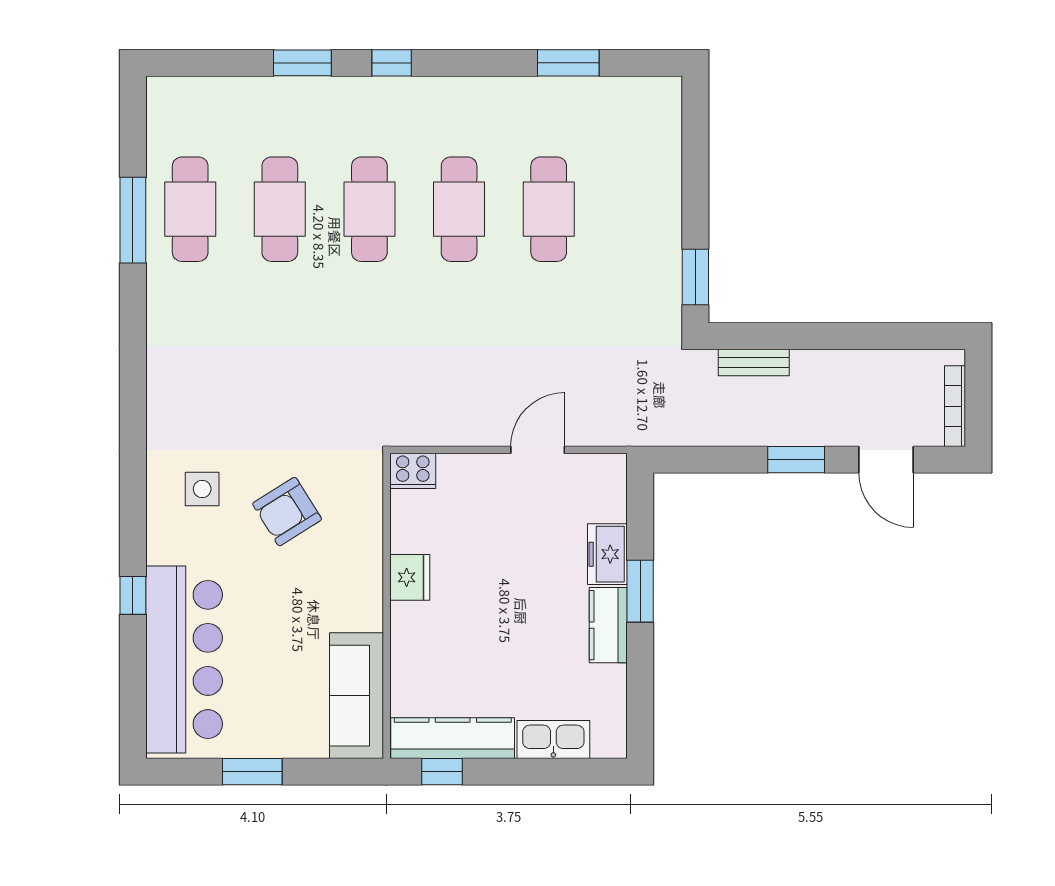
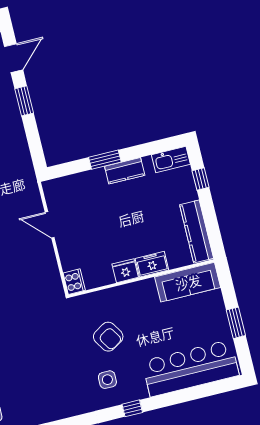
freezer: (607, 554) -> (152, 264), moved, turned 180
window: (133, 595) -> (132, 408), moved
kitchen sink: (553, 740) -> (171, 160), moved, turned -90
window: (442, 772) -> (201, 179), moved

